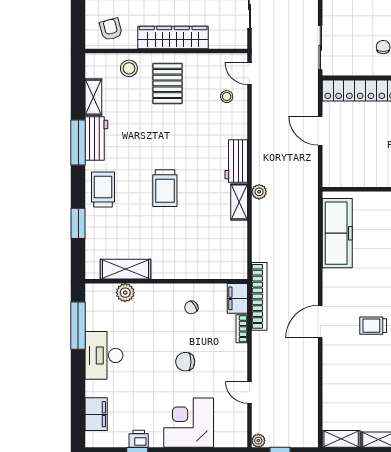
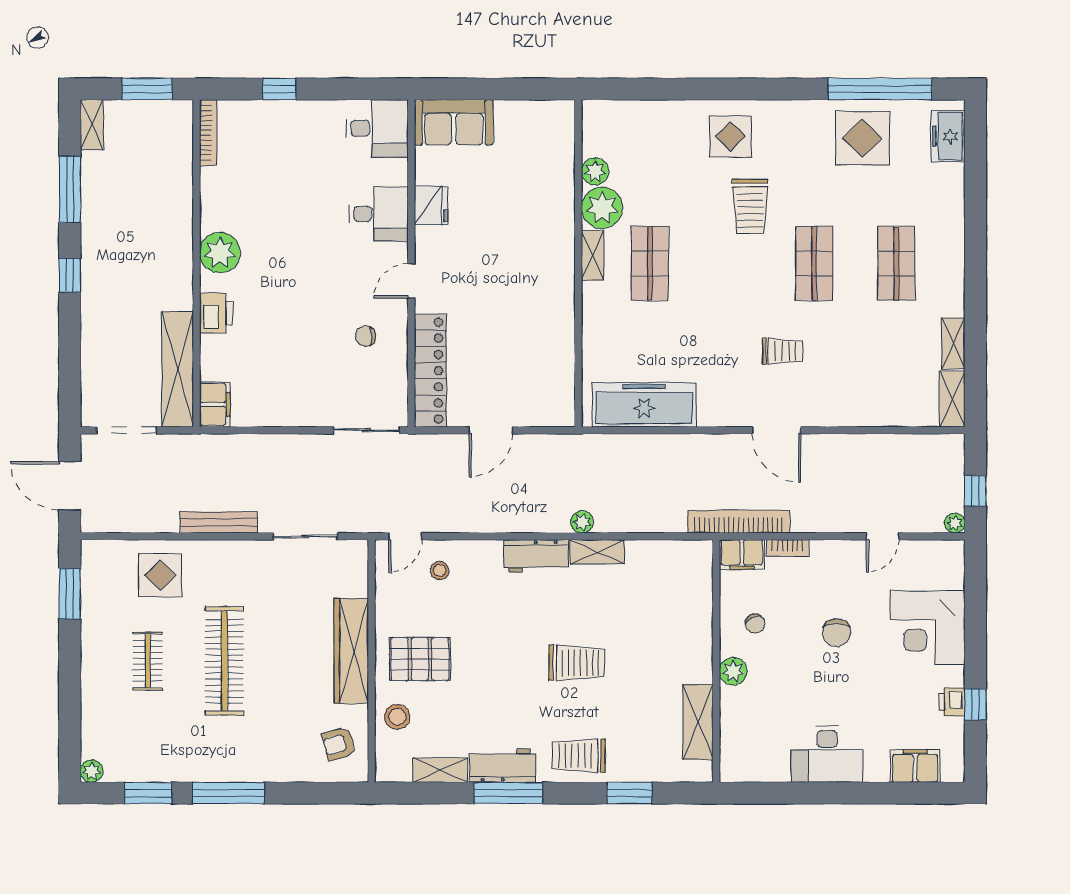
plant: (125, 293) -> (733, 671), moved
window: (78, 326) -> (782, 793), removed
trolley: (373, 326) -> (782, 351), turned -90

